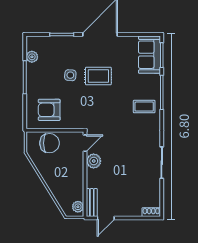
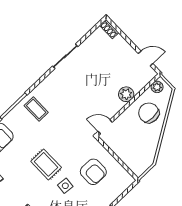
armchair: (49, 110) -> (93, 172), moved
chair: (50, 143) -> (149, 113), moved
plant: (94, 161) -> (126, 94), moved
bench: (92, 203) -> (144, 80), removed

